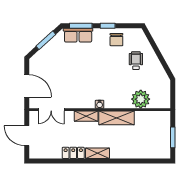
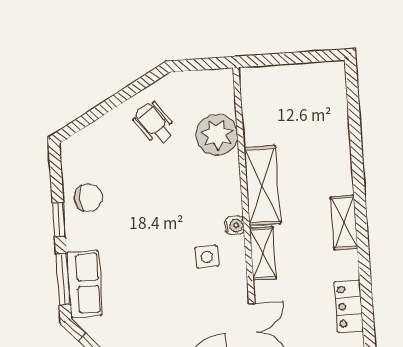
wheelchair: (136, 61) -> (154, 123), moved, turned 54
side table: (86, 91) -> (207, 257), added
window: (173, 137) -> (297, 58), removed
locker: (73, 153) -> (349, 306), moved

